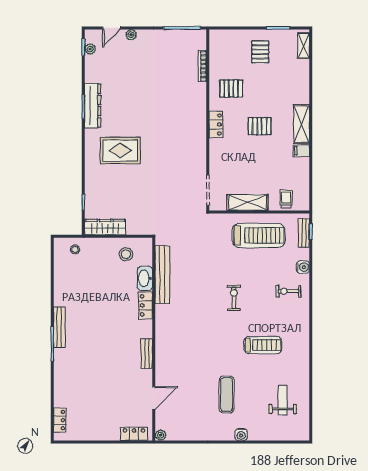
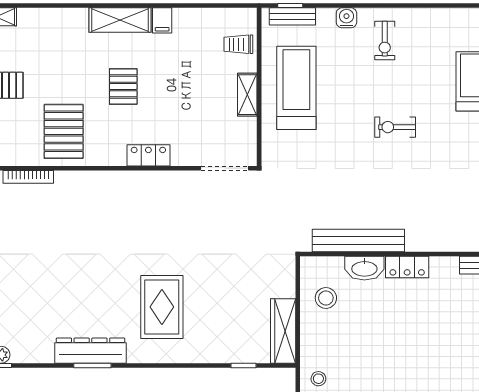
pallet: (231, 89) -> (64, 131), width x1.50, depth x1.42
locker: (216, 124) -> (148, 155), moved
shelving: (248, 202) -> (247, 95), width x0.67, depth x0.75

